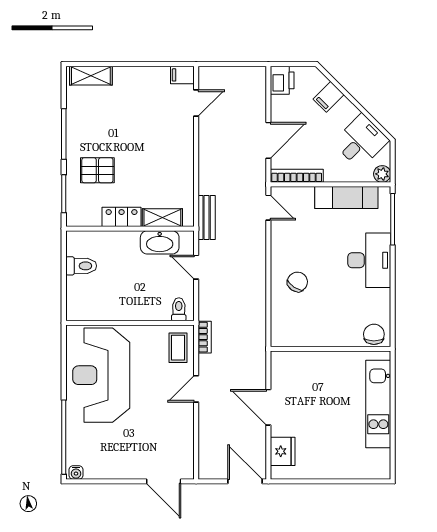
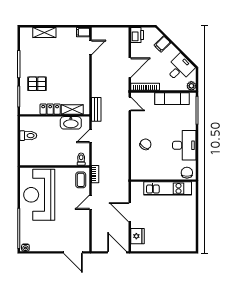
shelving: (91, 76) -> (44, 33), moved
desk: (369, 260) -> (184, 145), moved
door: (196, 267) -> (91, 136), hinge flipped
kitchen unit: (378, 404) -> (168, 188), moved, turned -90

